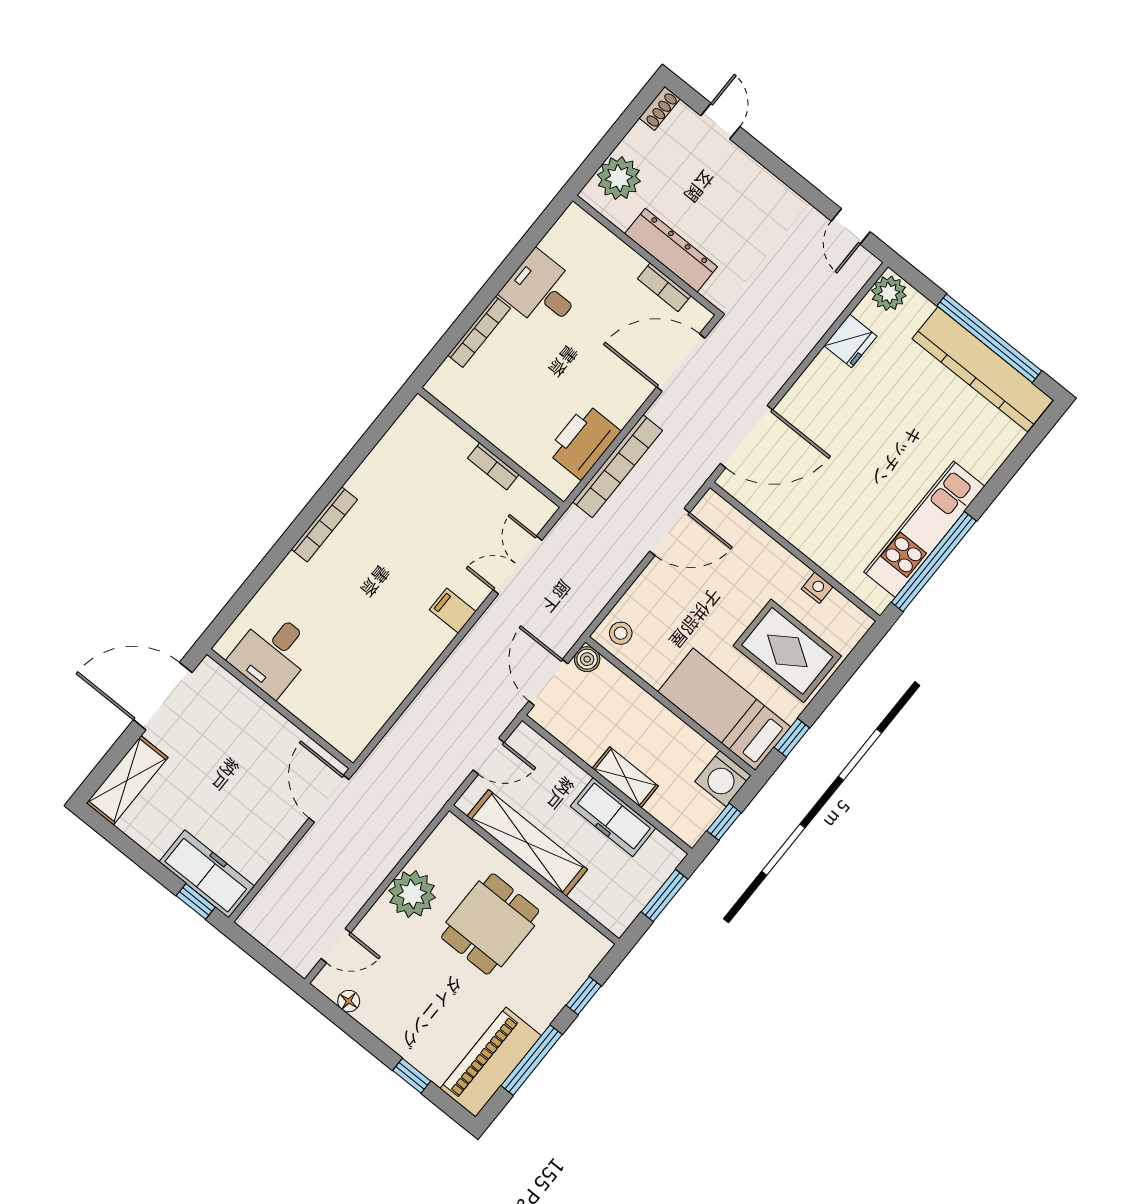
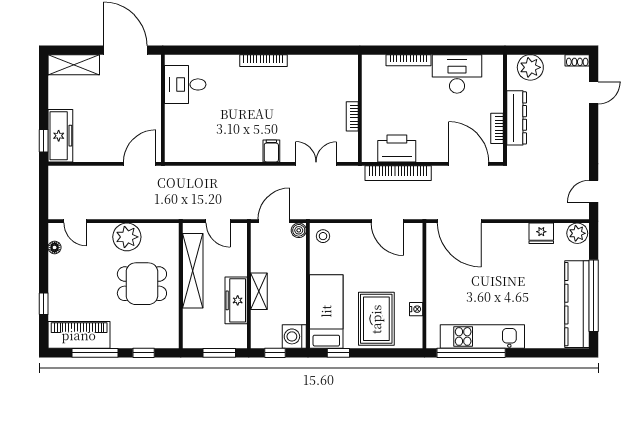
desk: (542, 291) -> (457, 74), width x1.37

